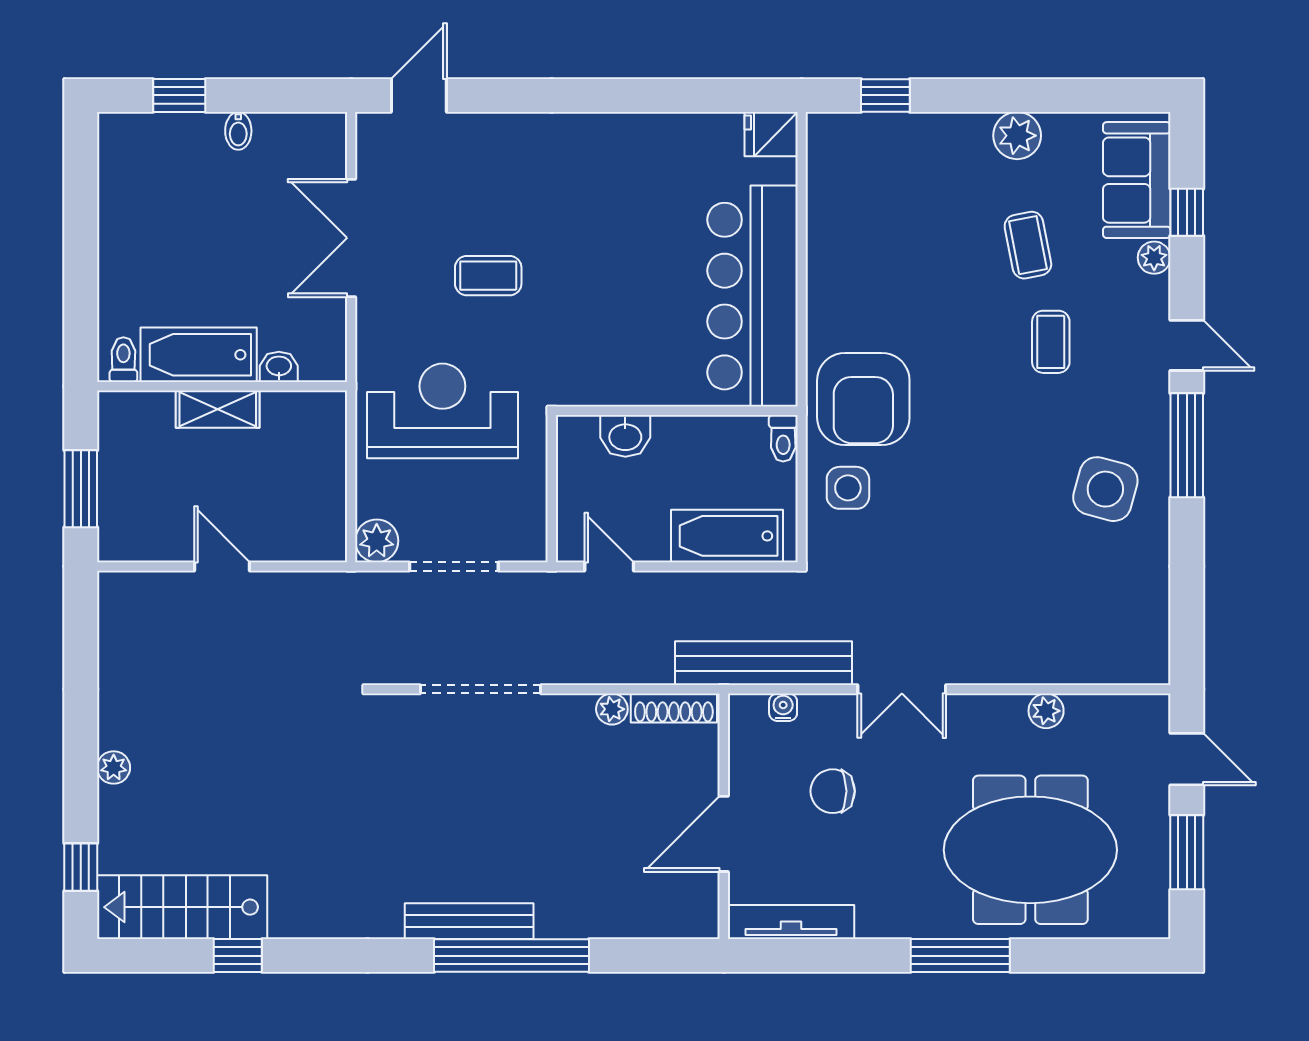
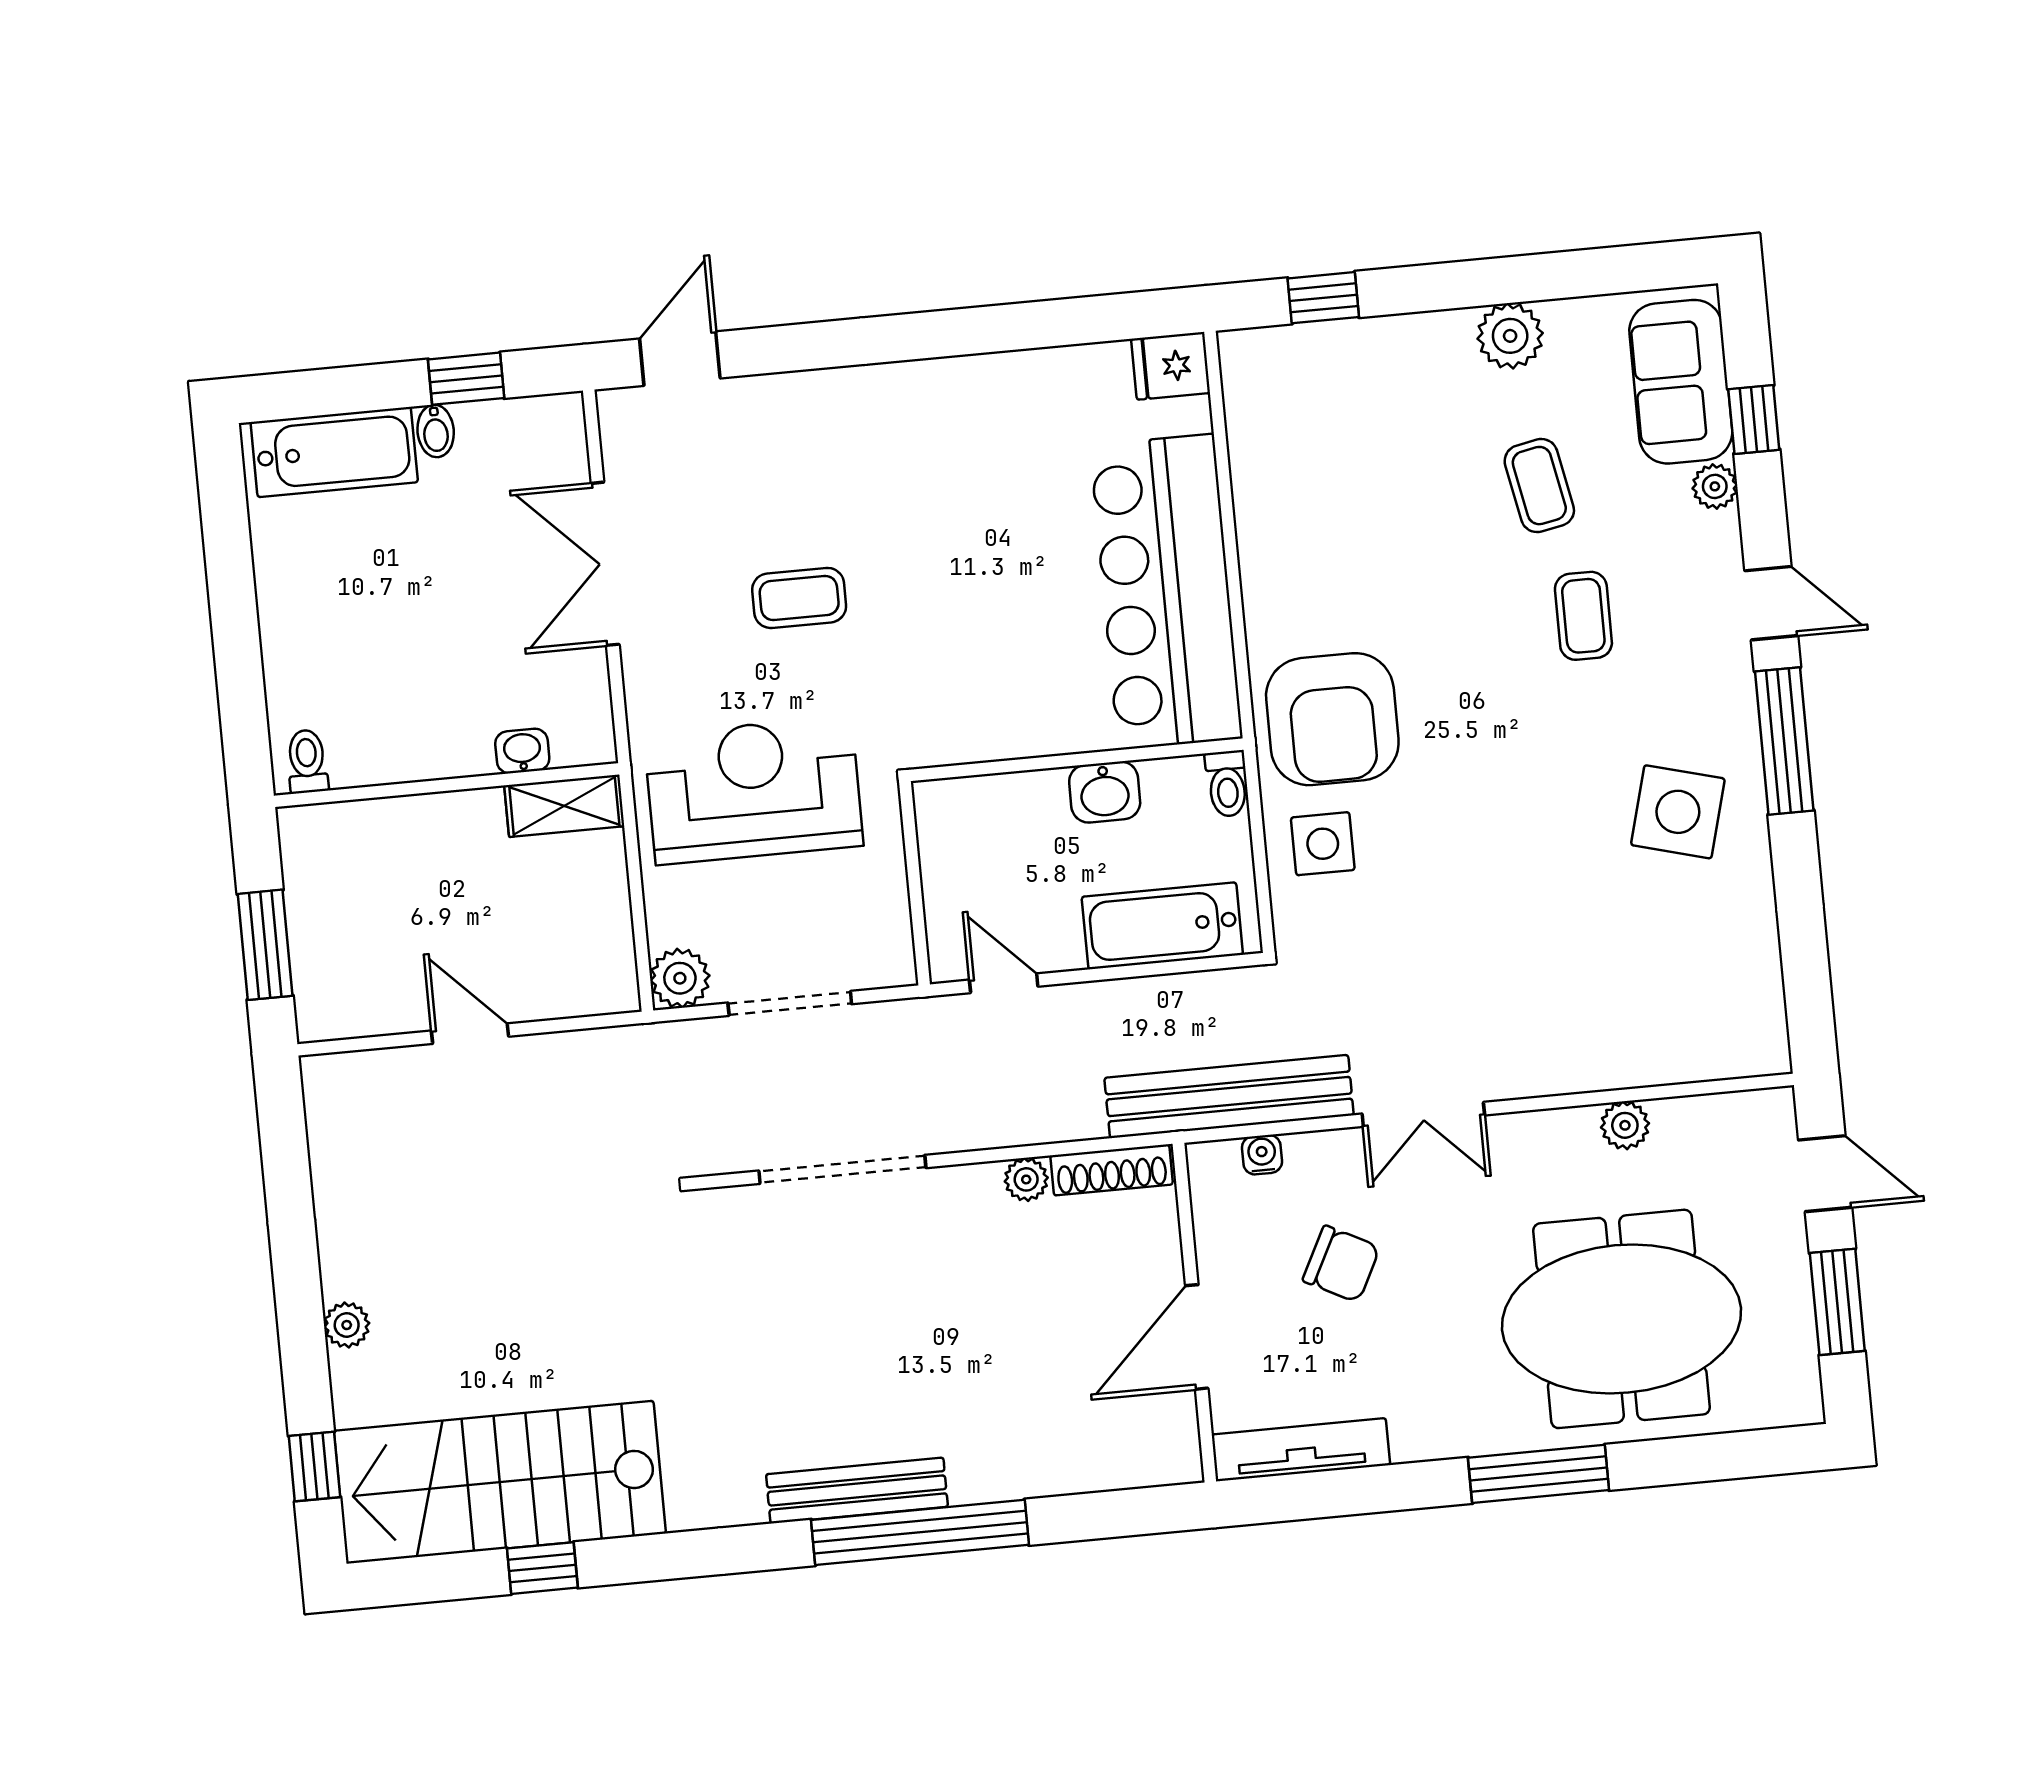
window: (179, 95) -> (466, 379), moved
bathtub: (199, 355) -> (334, 452), moved, turned 180
shelving: (218, 409) -> (564, 806), moved
washbasin: (625, 436) -> (1105, 792), moved
chair: (833, 791) -> (1341, 1264), turned -153
stairs: (182, 907) -> (500, 1482), width x1.36, depth x1.51

